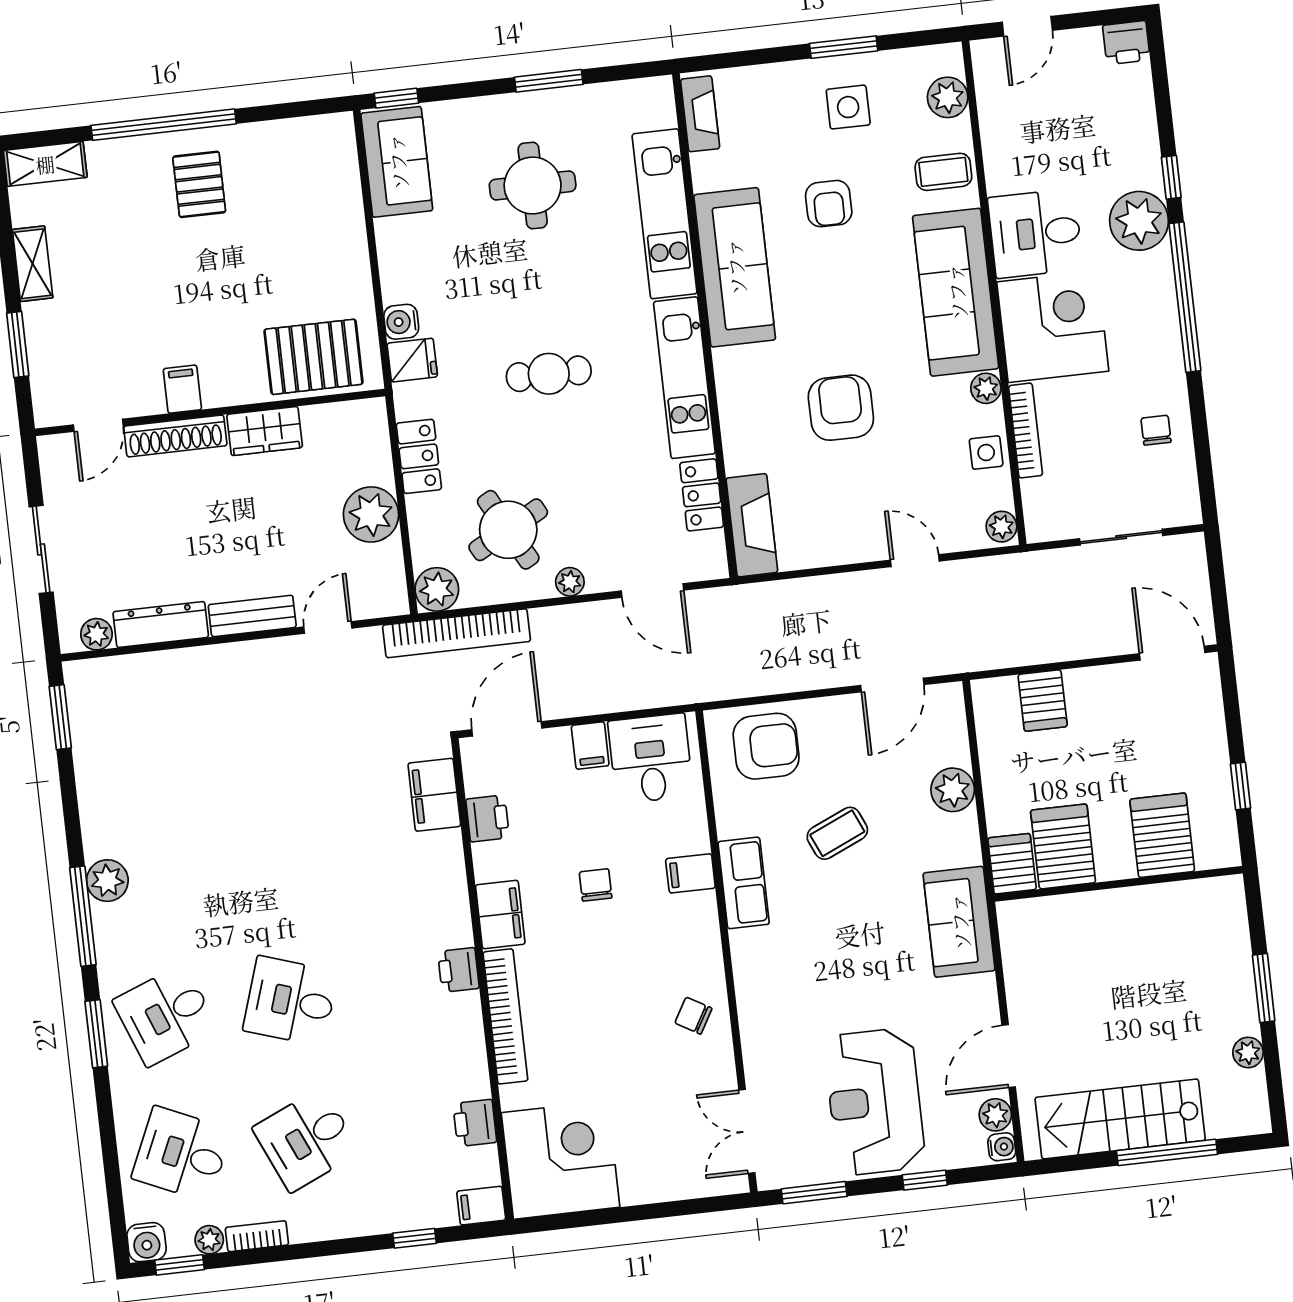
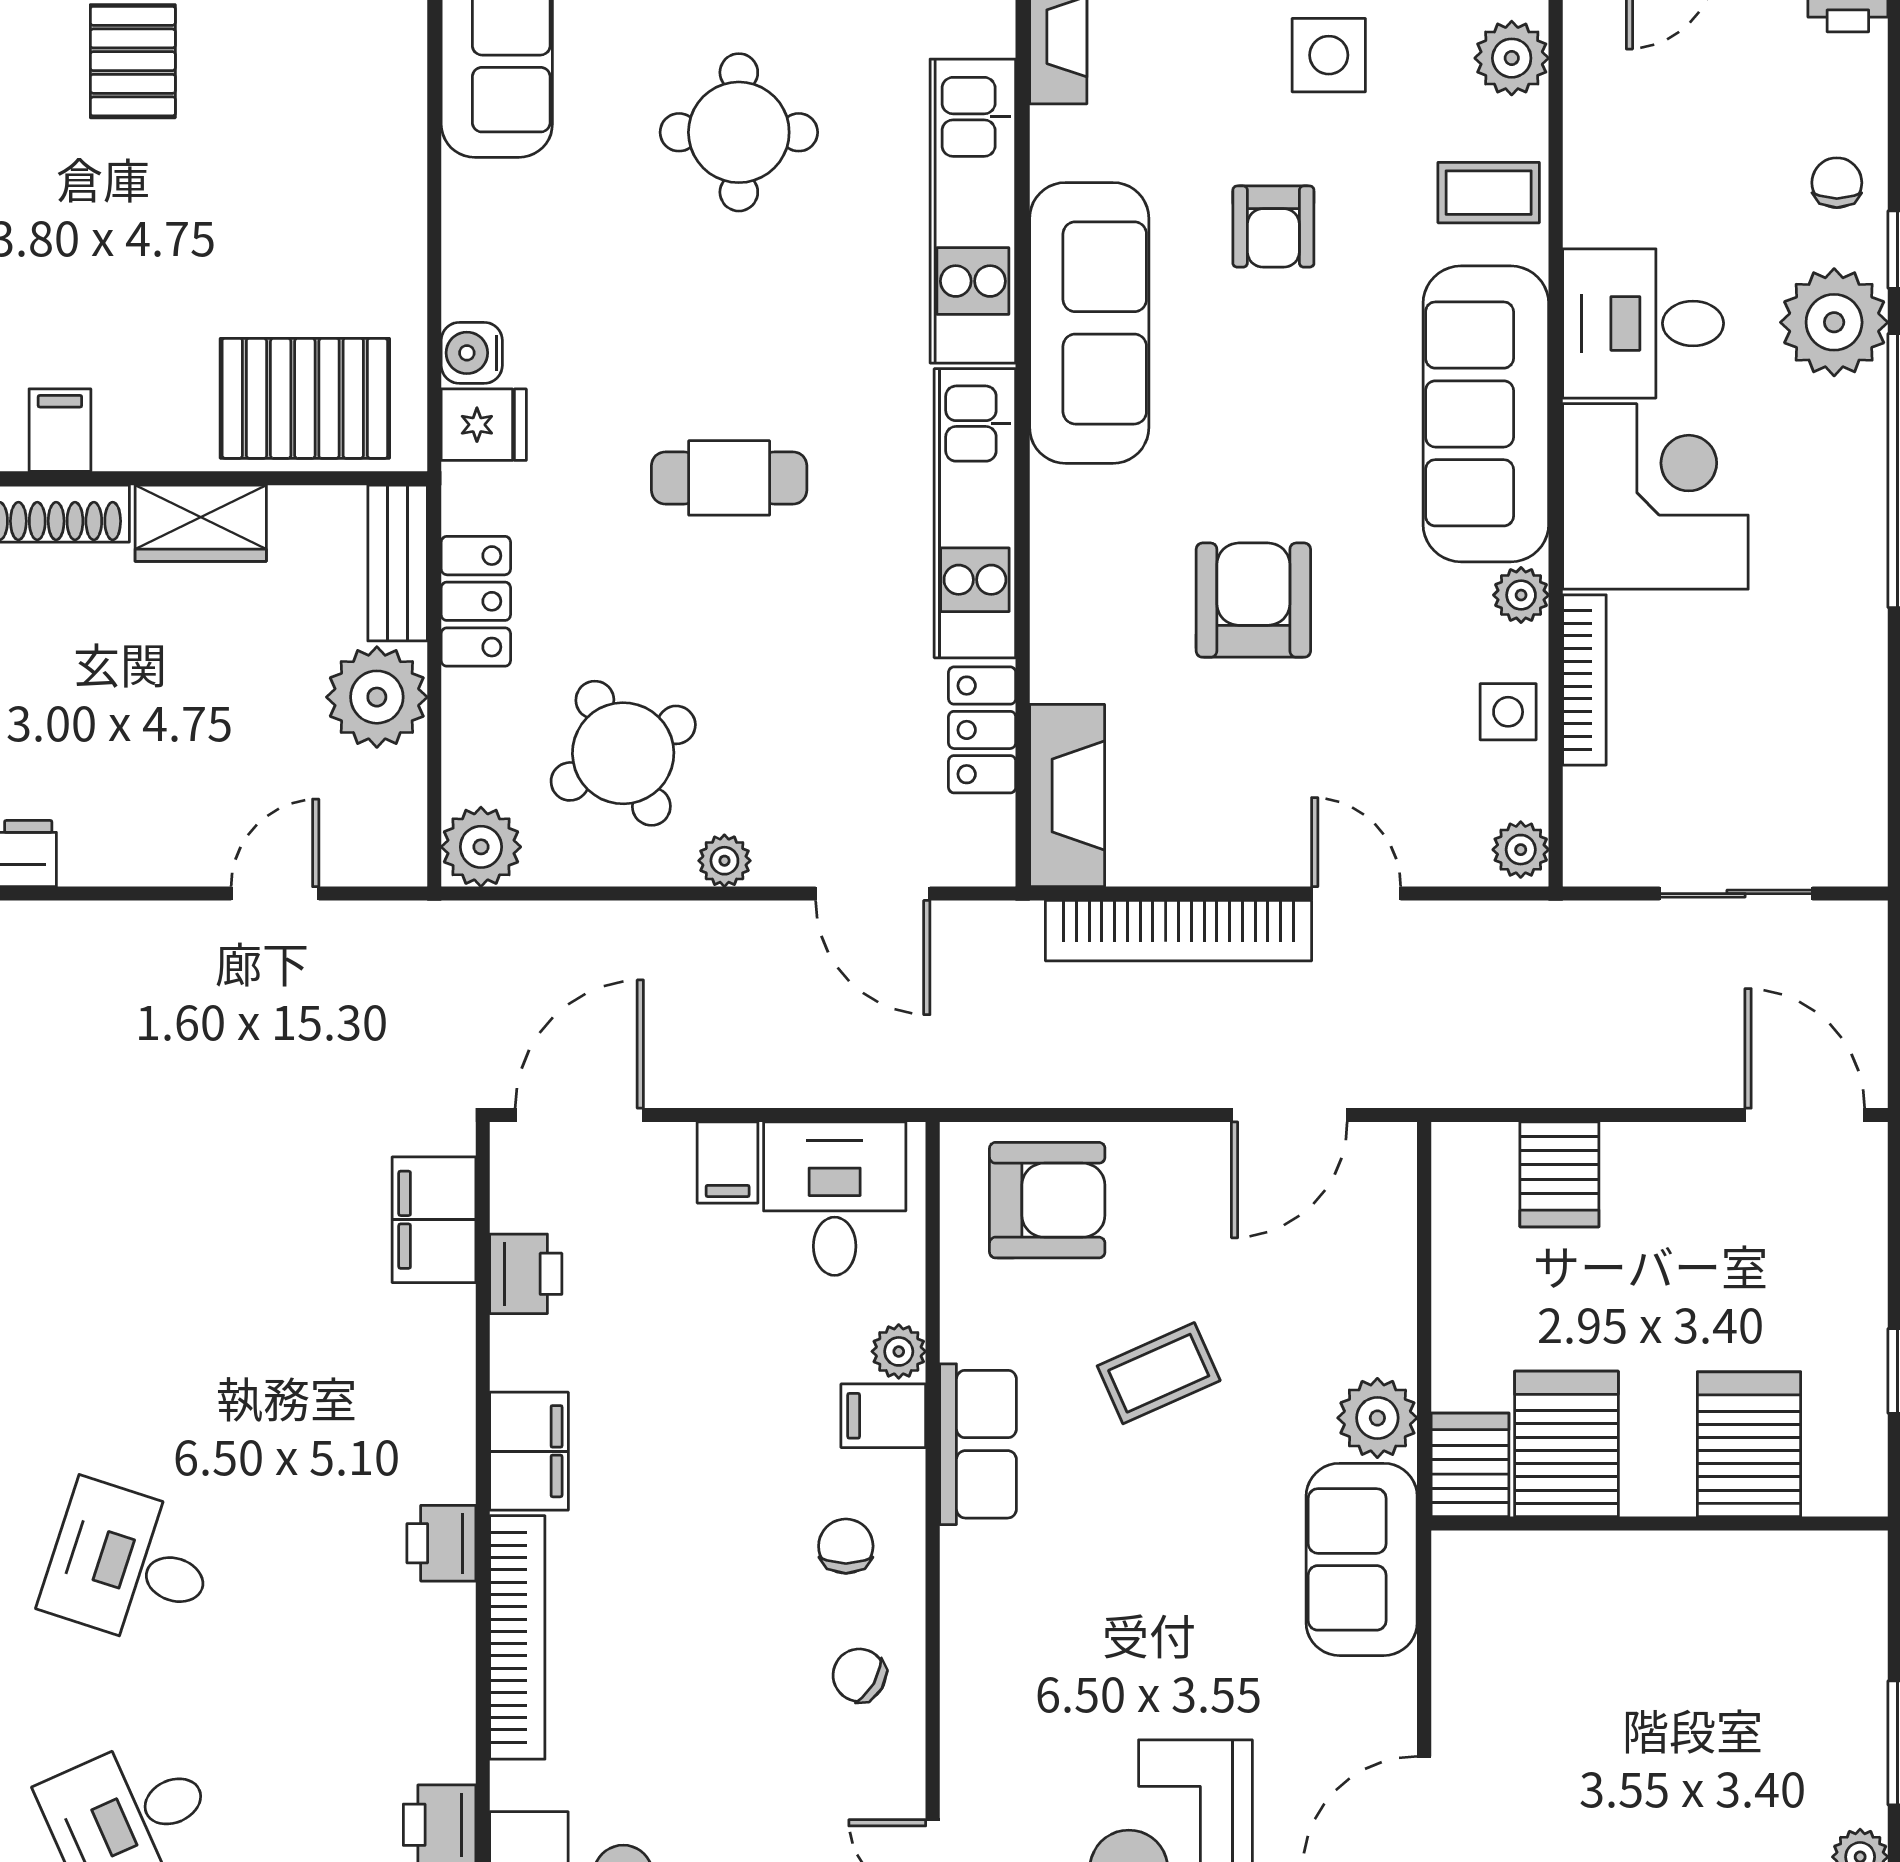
chair: (1156, 430) -> (1837, 183), moved
bench: (252, 616) -> (398, 563), moved, turned 90
bookcase: (457, 633) -> (1179, 931), moved
plant: (953, 790) -> (1377, 1418), moved
plant: (695, 838) -> (899, 1351), added
chair: (596, 885) -> (846, 1546), moved

